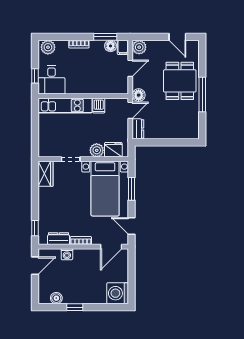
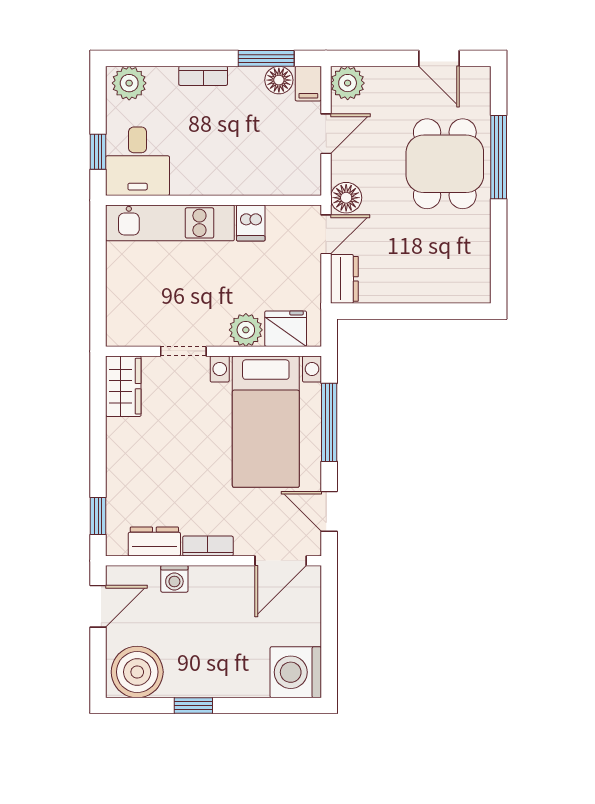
window: (202, 94) -> (499, 157), moved
window: (131, 189) -> (329, 422), width x1.44
boiler: (56, 298) -> (137, 672), width x1.86, depth x1.86

